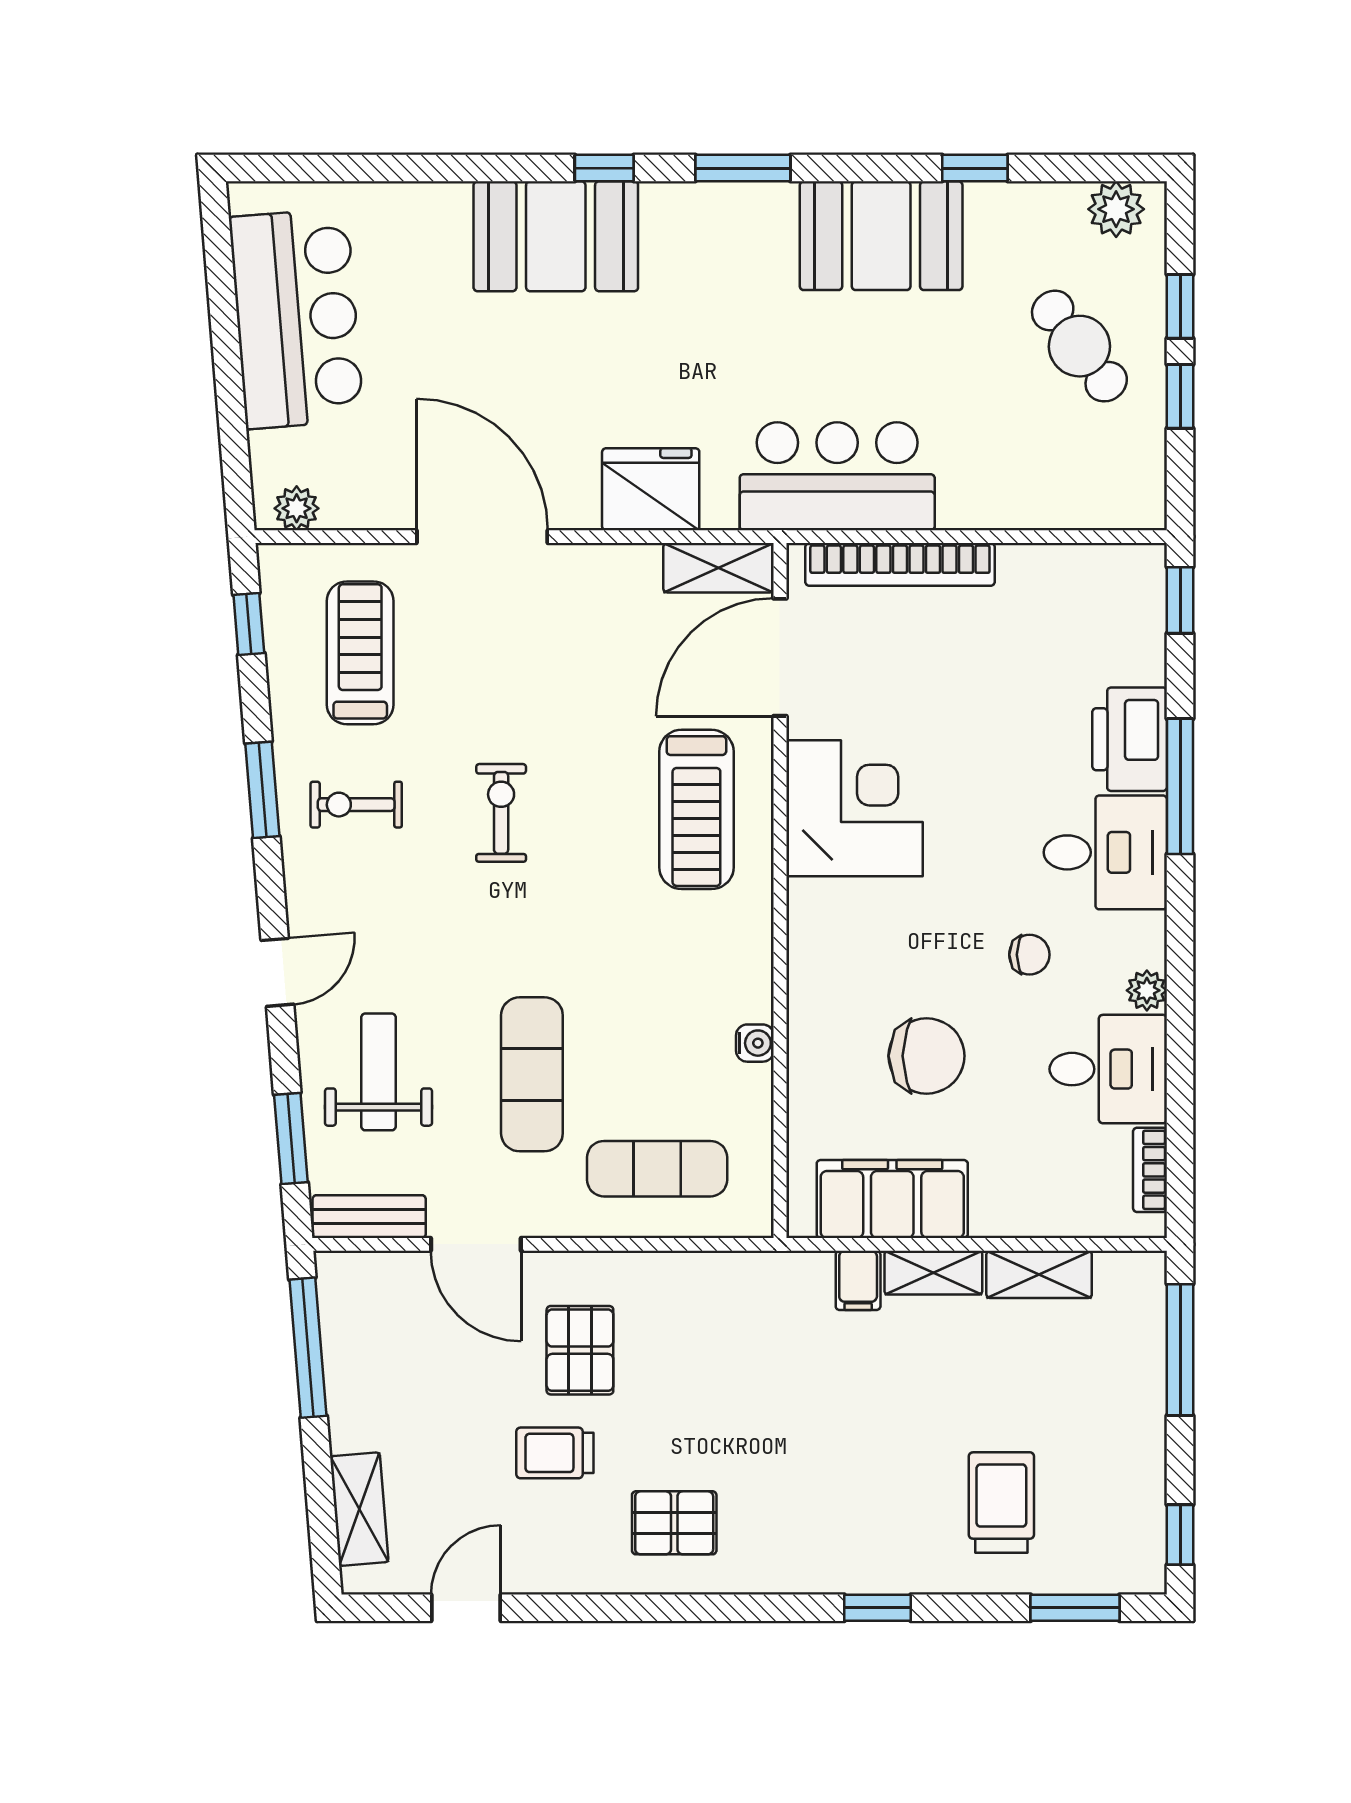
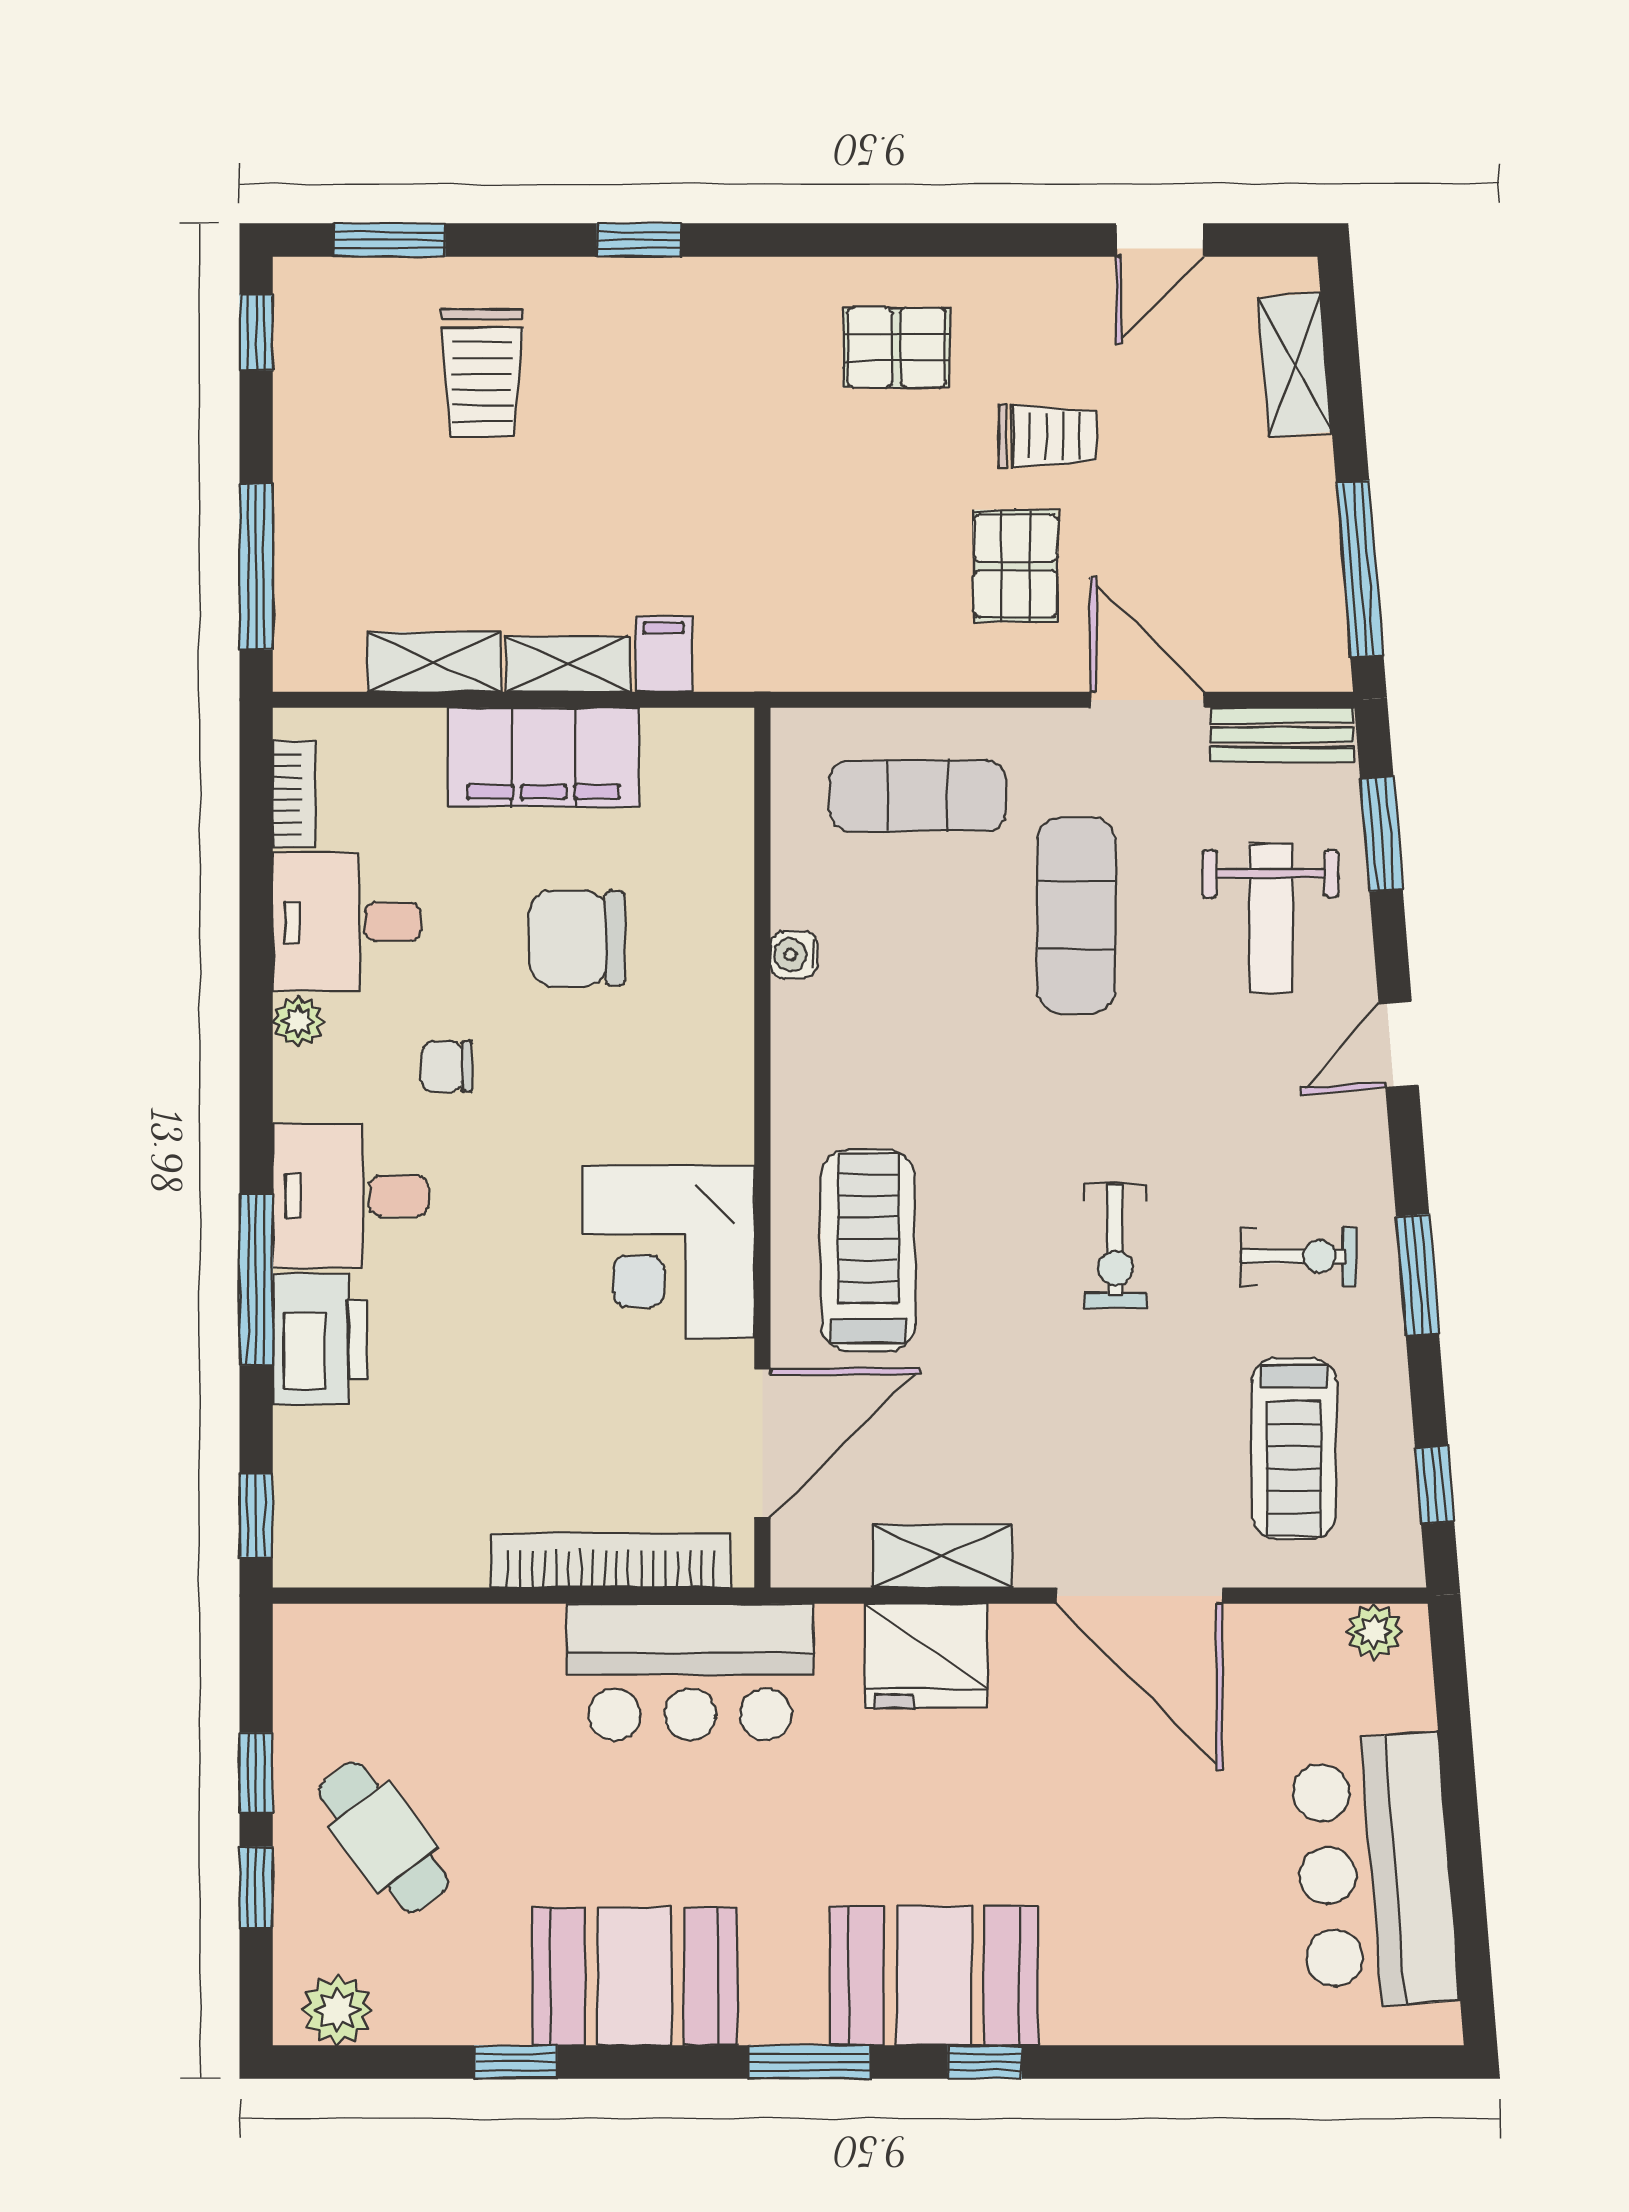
booth: (556, 236) -> (934, 1976), moved
shelving: (719, 568) -> (942, 1556), moved
filing cabinet: (892, 1199) -> (544, 757), moved

